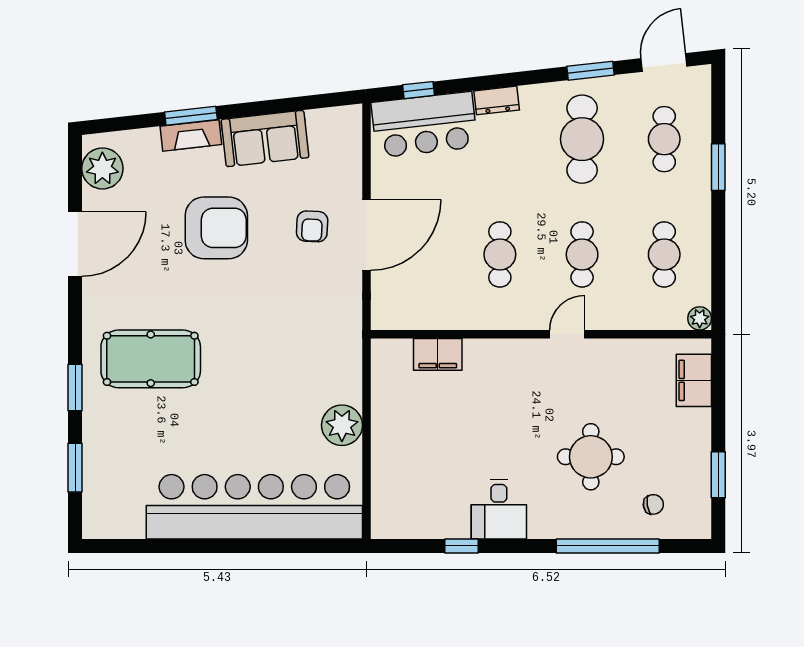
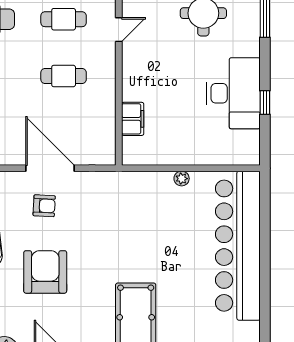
door: (567, 334) -> (119, 30), swing flipped
plant: (342, 425) -> (182, 179), width x0.53, depth x0.53
desk: (499, 509) -> (234, 93), width x1.87, depth x1.30

